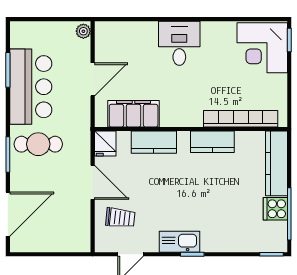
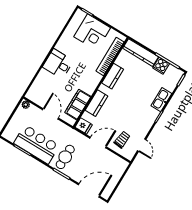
corner desk: (262, 48) -> (92, 32), moved
door: (8, 214) -> (89, 190), hinge flipped
kitchen sink: (179, 242) -> (161, 100), moved

